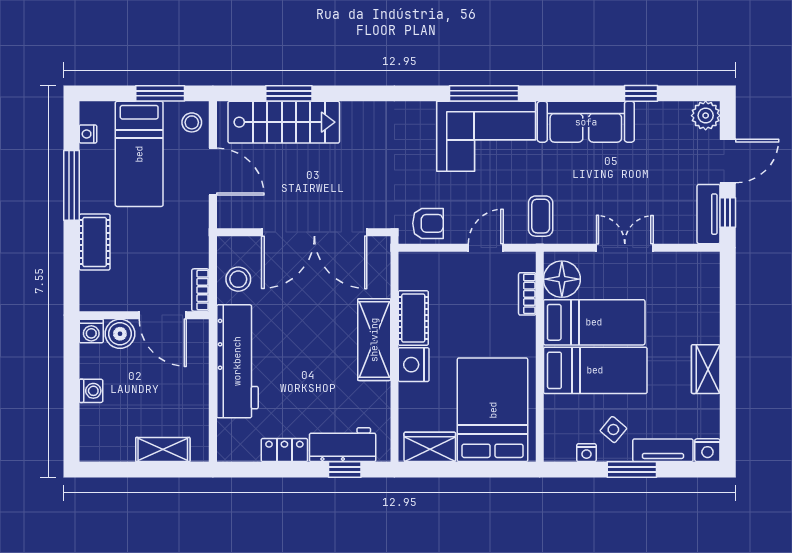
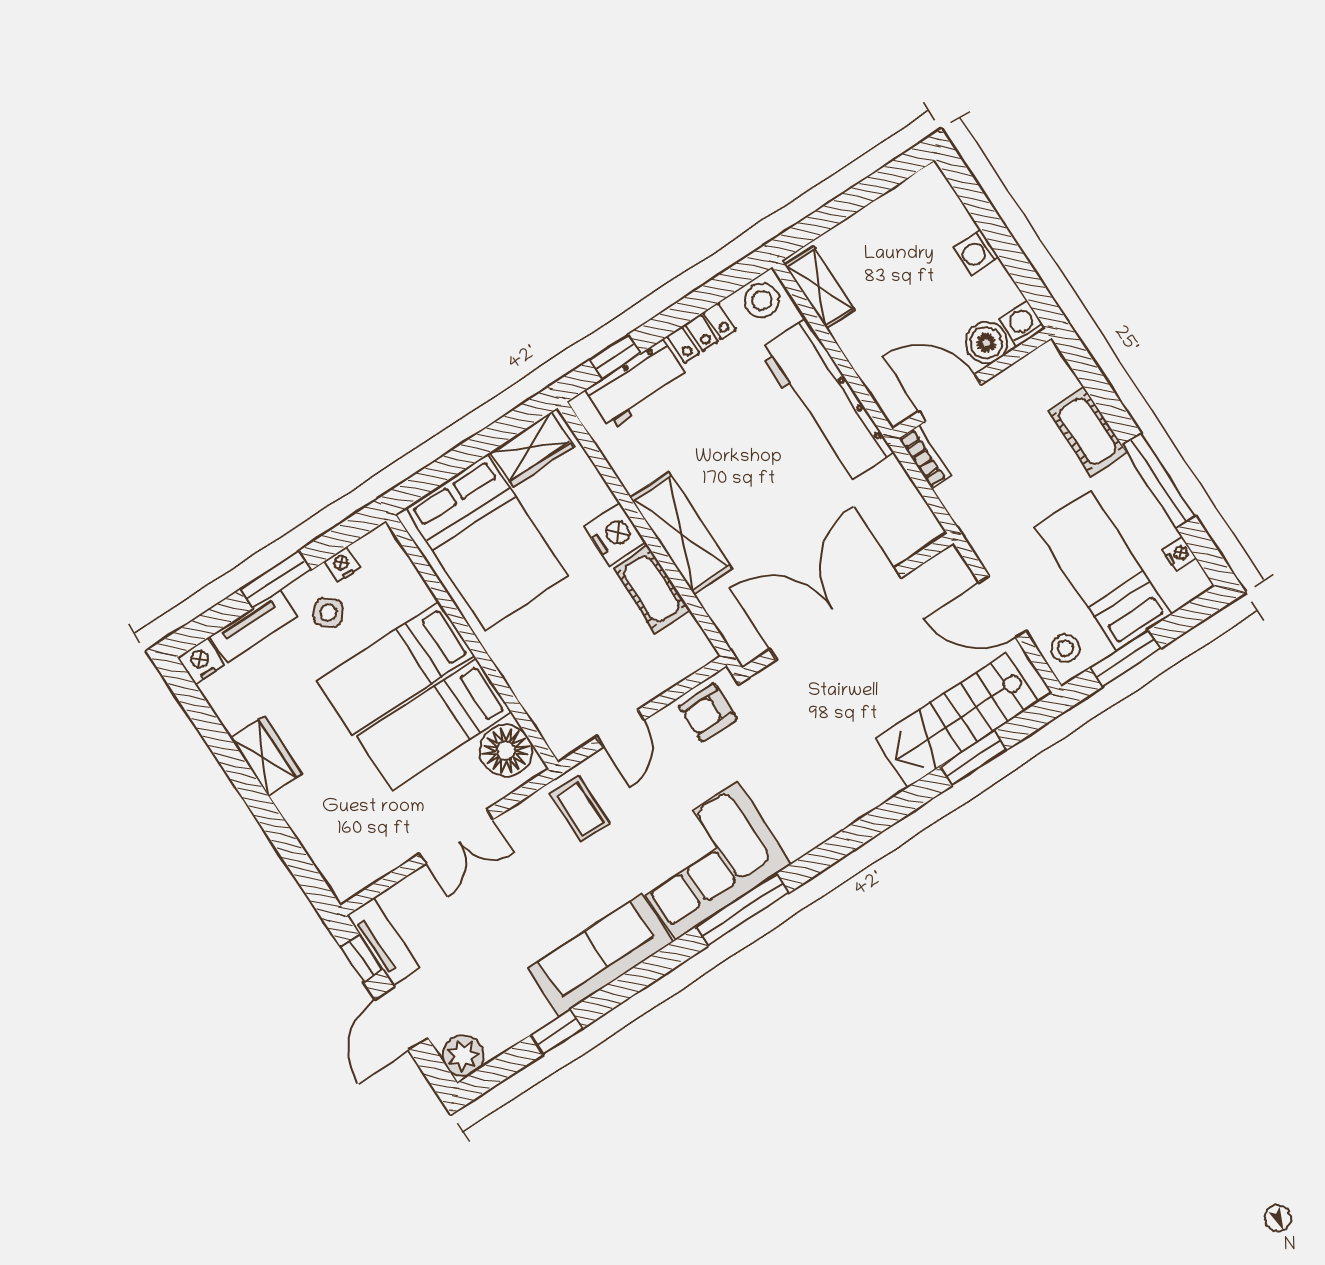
stool: (238, 279) -> (762, 300), moved
bookcase: (527, 294) -> (536, 706), removed
shelving: (163, 450) -> (820, 287), moved, turned 90

